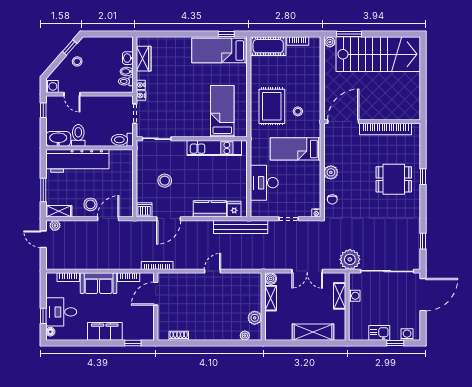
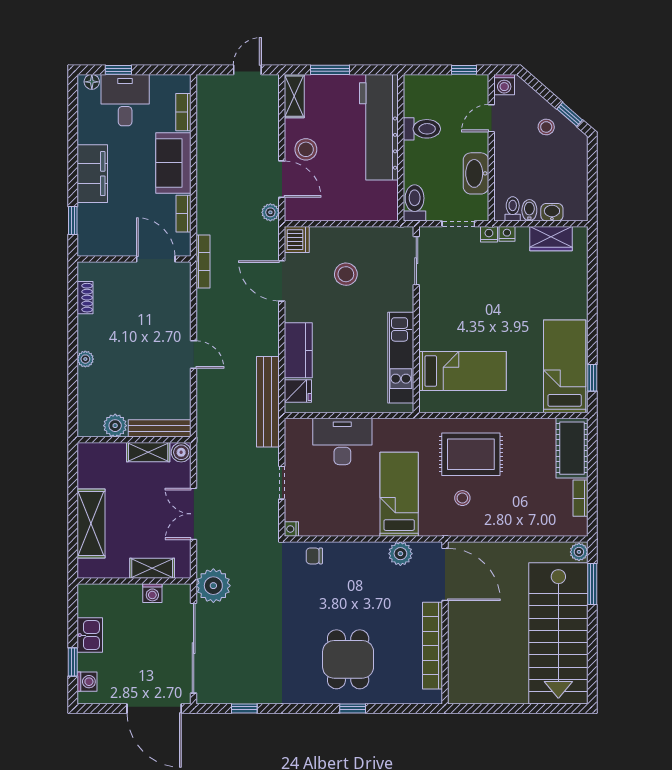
washbasin: (58, 139) -> (476, 173), moved, turned 180
plant: (331, 172) -> (400, 554), moved
plant: (55, 225) -> (270, 212), moved
bench: (256, 291) -> (160, 428), added
plant: (245, 336) -> (85, 359), moved

